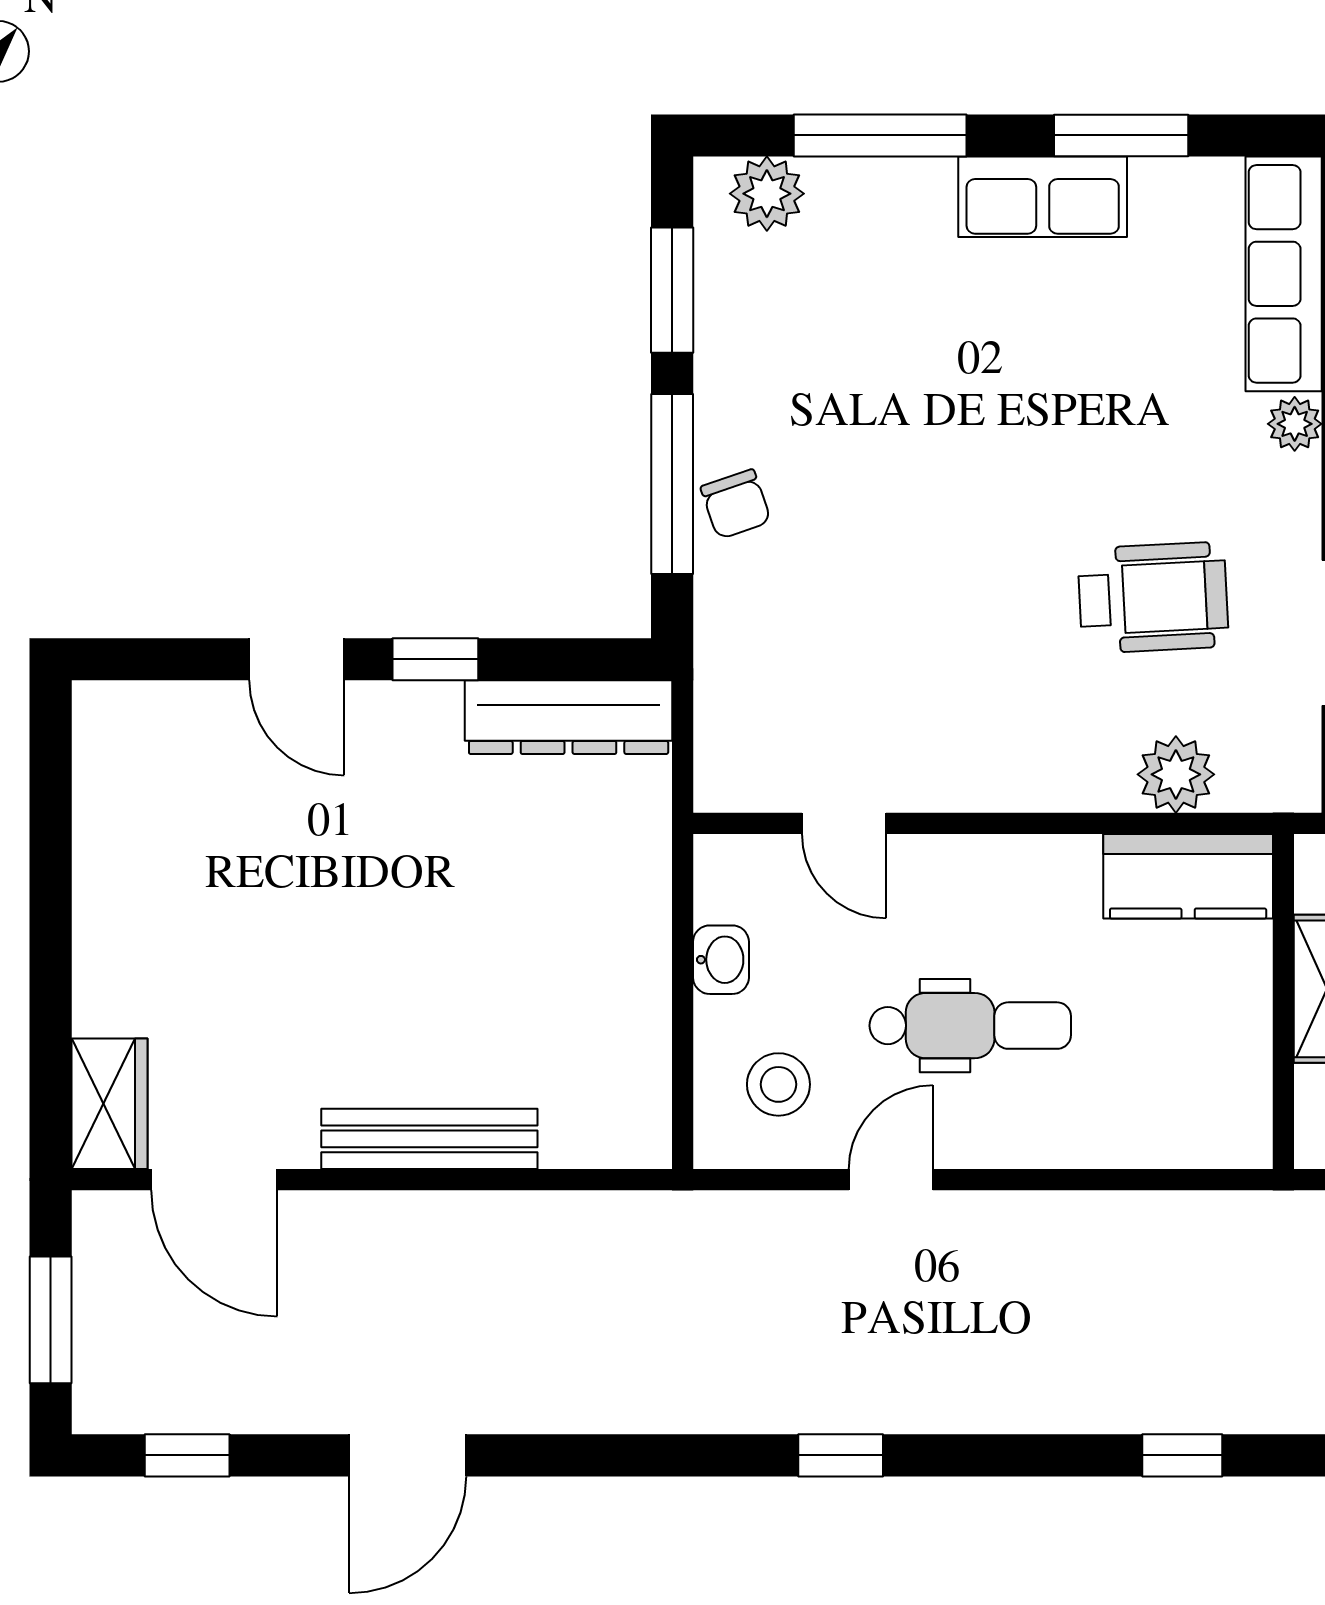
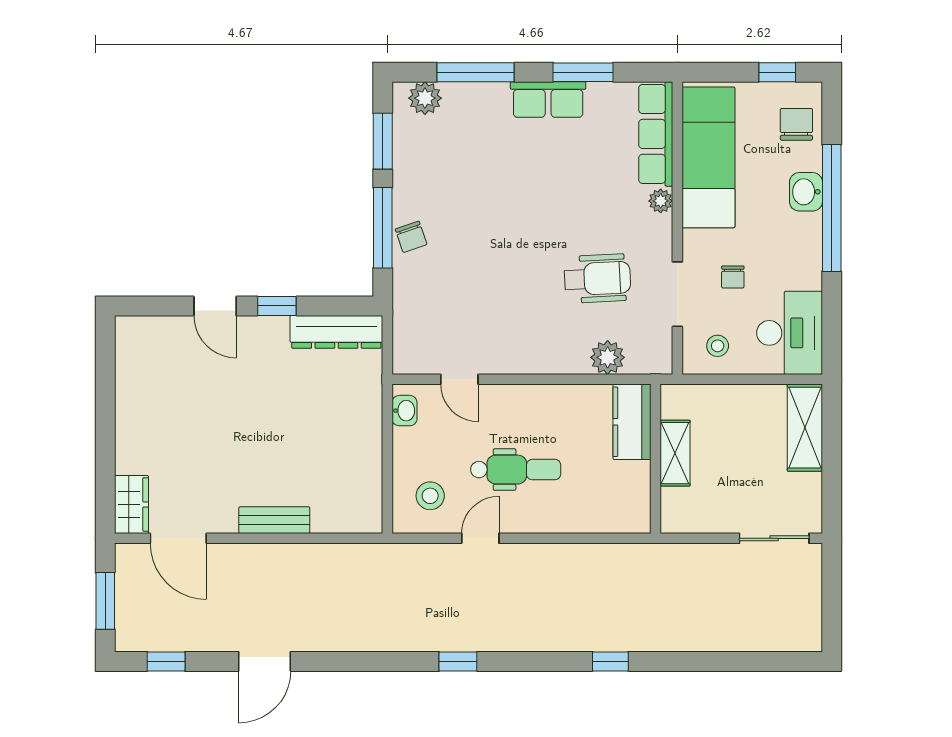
kitchen counter: (1188, 876) -> (632, 422), moved, turned 90
washbasin: (721, 960) -> (404, 411), moved
bench: (429, 1139) -> (274, 520), width x0.73

